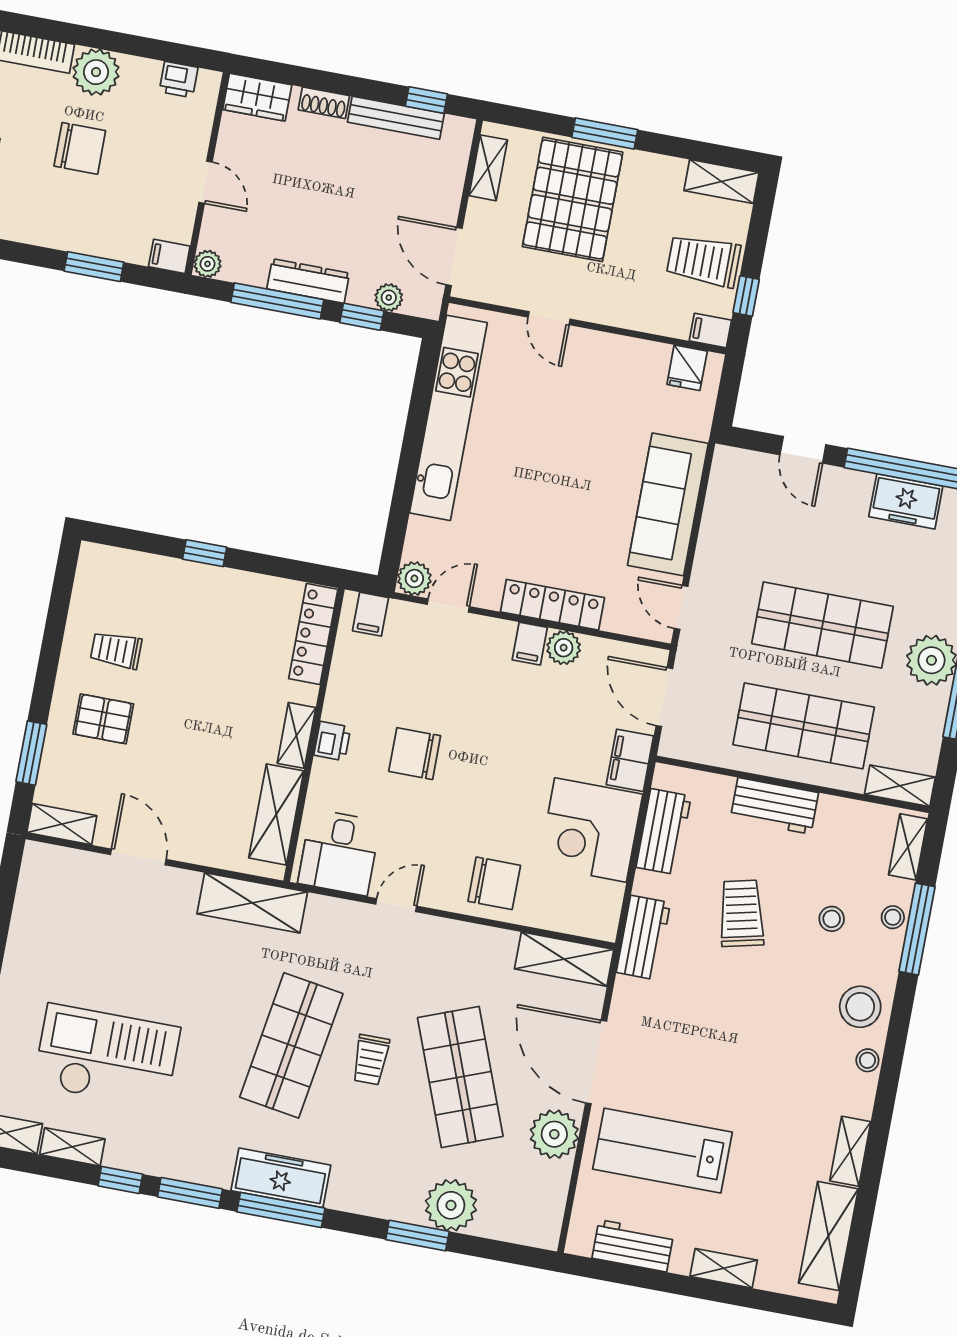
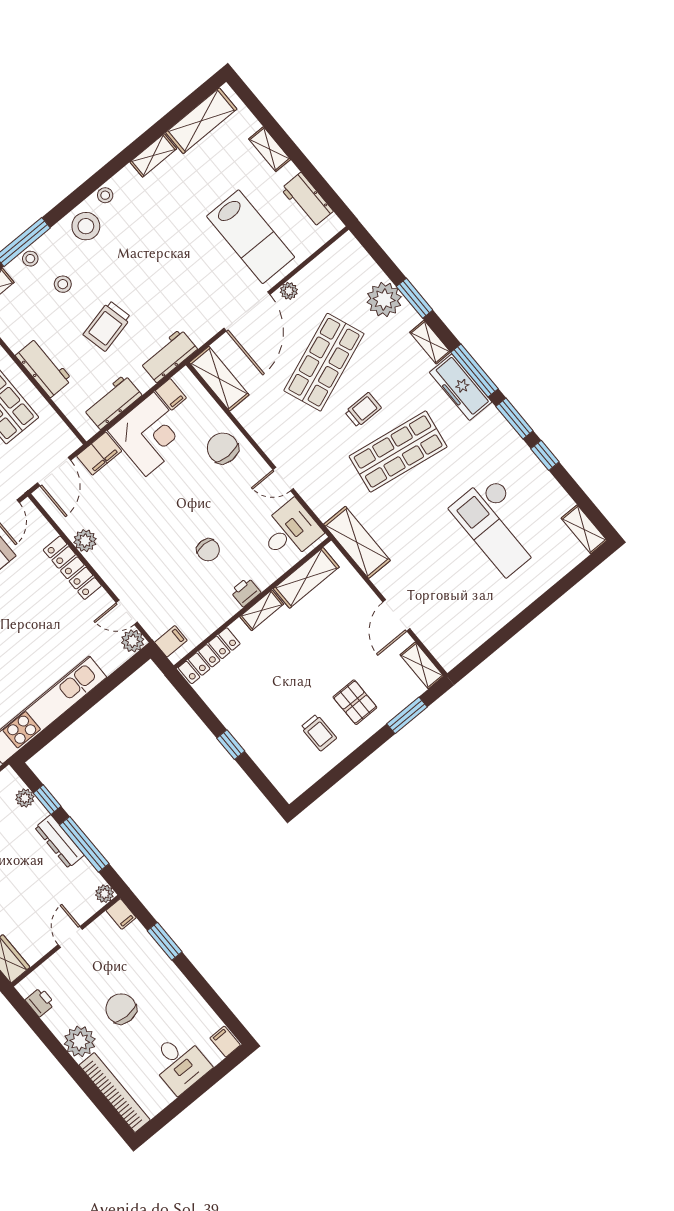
filing cabinet: (530, 644) -> (171, 394), moved, turned 90
chair: (415, 754) -> (208, 550), width x0.73, depth x0.73
plant: (554, 1134) -> (289, 291), width x0.53, depth x0.53
shelving: (72, 1147) -> (430, 342), moved

